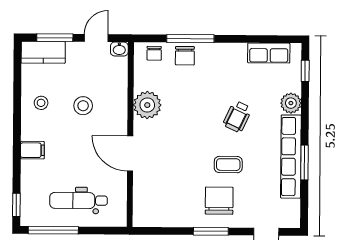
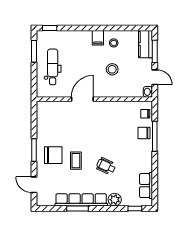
plant: (147, 105) -> (113, 110), removed
filing cabinet: (32, 150) -> (98, 38), moved
window: (53, 230) -> (34, 51), width x0.69

